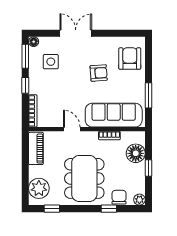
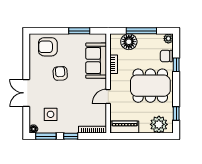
sofa: (114, 115) -> (96, 61), width x0.73
window: (149, 168) -> (141, 31), width x2.17

